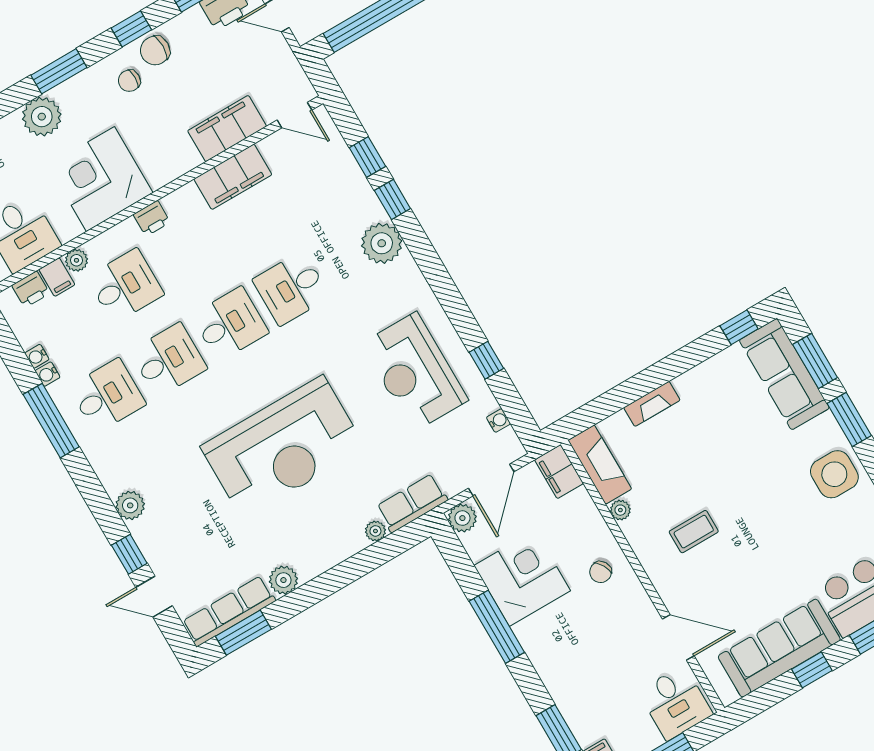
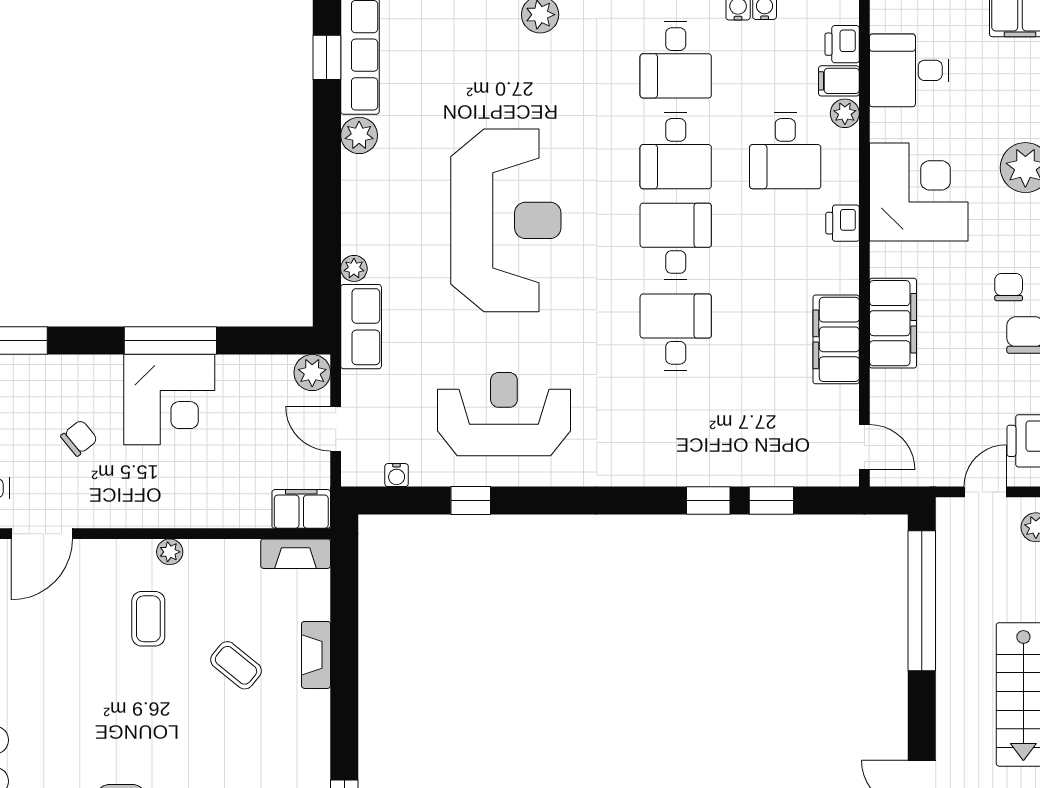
door: (295, 115) -> (864, 447), swing flipped
filing cabinet: (227, 129) -> (893, 323), moved
plant: (382, 243) -> (667, 461), removed
desk: (230, 324) -> (676, 241), turned 180
reception desk: (283, 447) -> (506, 220), turned 180
coffee table: (691, 454) -> (236, 665), added
fireplace: (600, 465) -> (296, 554), width x0.73, depth x0.76
door: (491, 480) -> (336, 429), width x0.73
plant: (620, 510) -> (170, 552), moved
chair: (601, 572) -> (79, 438), moved, turned 81
corner desk: (522, 578) -> (169, 400), moved
window: (243, 633) -> (327, 57), width x0.67

